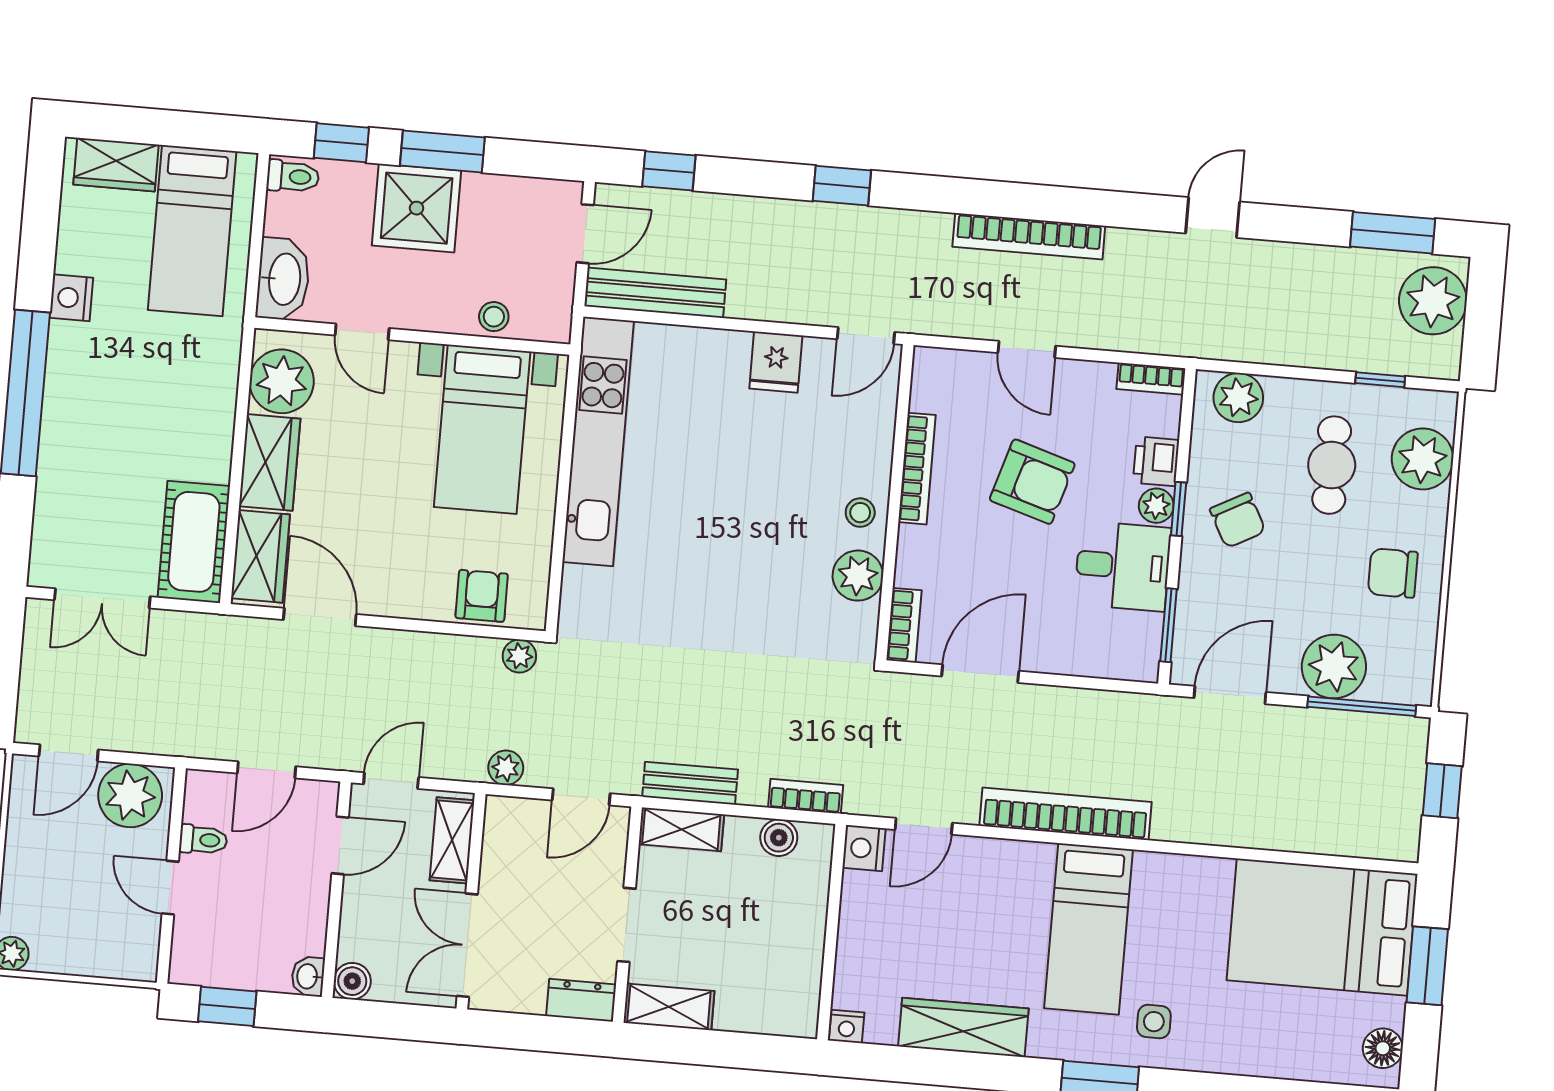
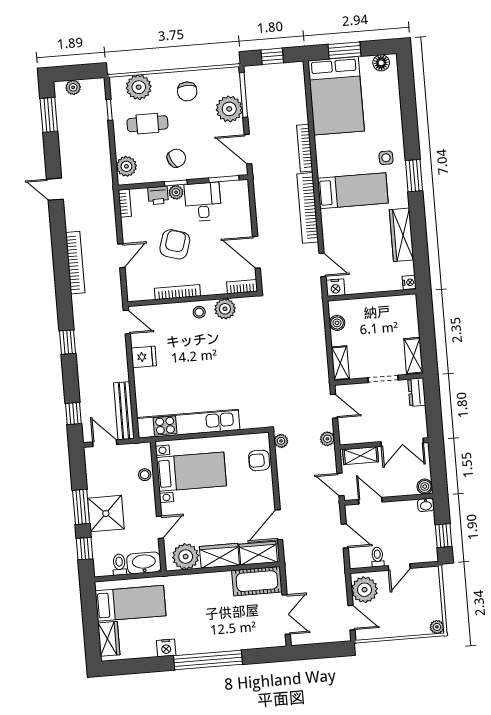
toilet: (293, 176) -> (119, 565), moved
plant: (1433, 301) -> (73, 87), width x0.53, depth x0.53
bench: (690, 783) -> (321, 363), removed
bookcase: (806, 796) -> (305, 148), moved, width x1.56

